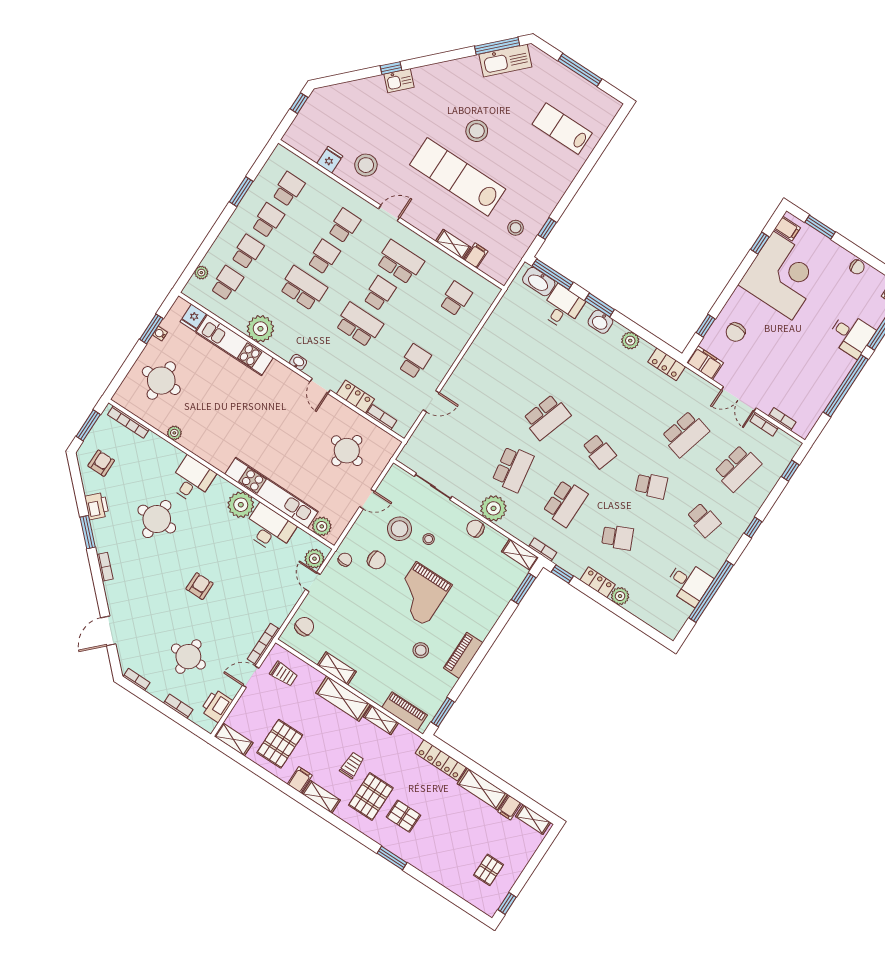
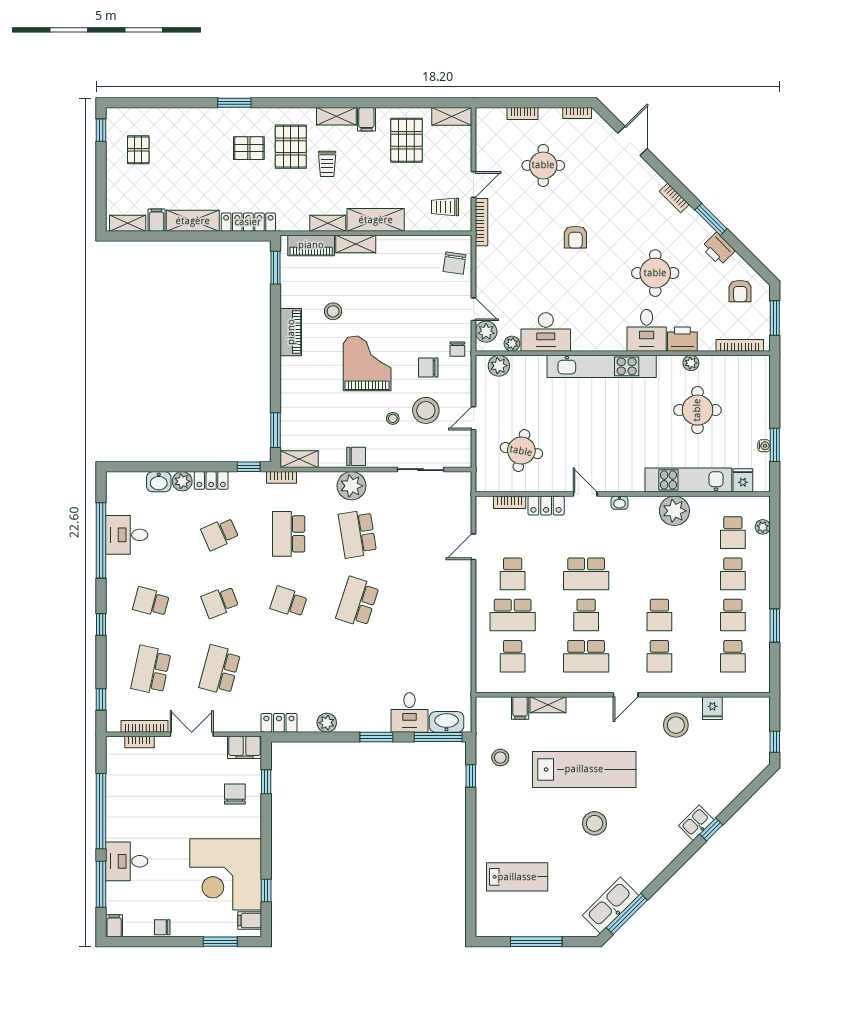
school desk: (303, 288) -> (513, 615), moved
washbasin: (600, 322) -> (159, 482), moved, turned 180
round table: (161, 381) -> (697, 410), moved
bookcase: (764, 424) -> (145, 726), width x1.56
kitchen unit: (272, 493) -> (602, 366), moved
plant: (241, 505) -> (512, 344), moved, width x0.53, depth x0.53
shelving: (337, 668) -> (356, 244), moved
printer: (217, 706) -> (682, 339), moved, turned -90

